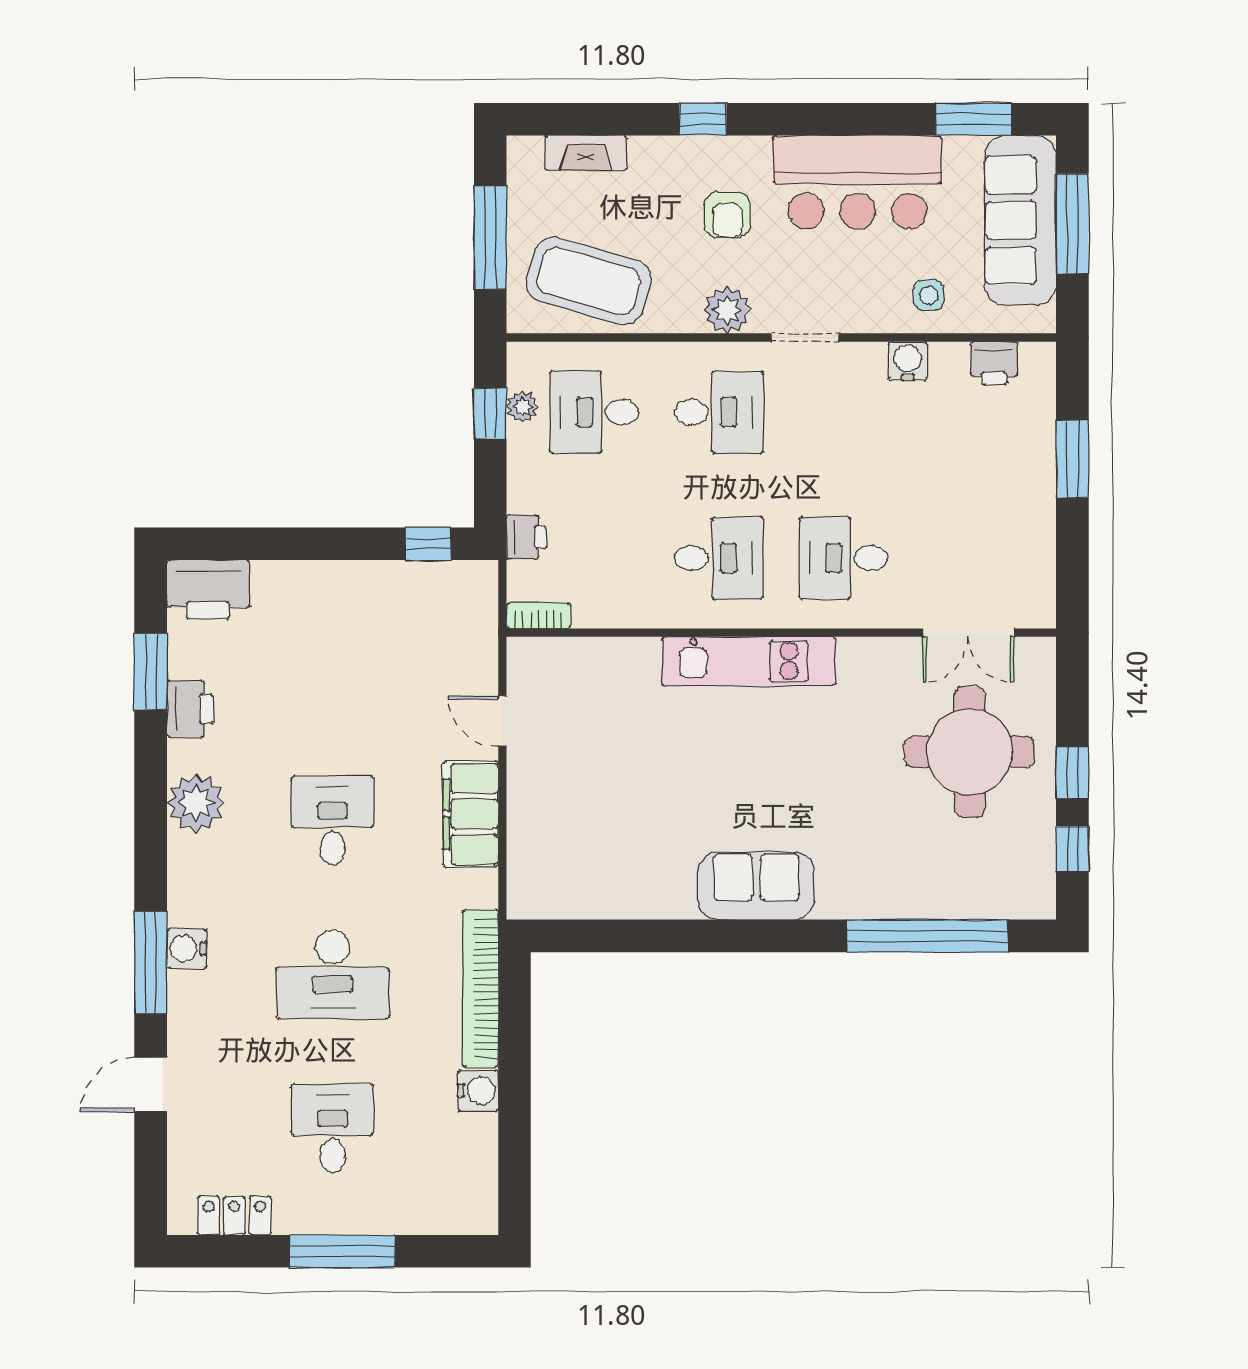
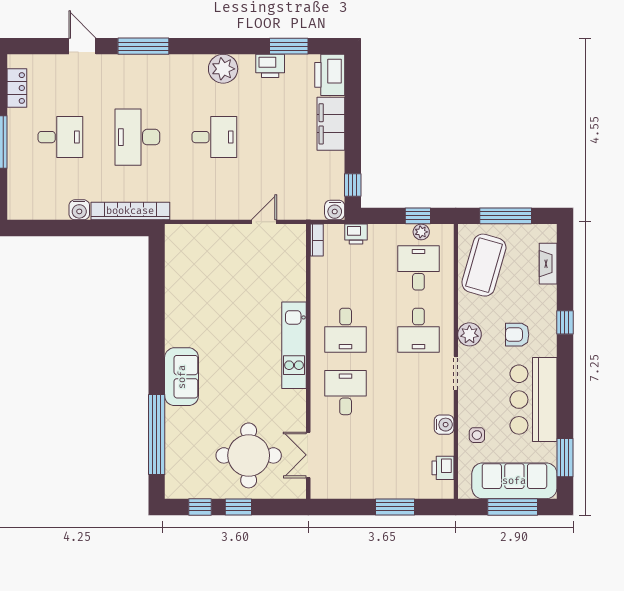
filing cabinet: (471, 814) -> (331, 124), moved, turned -90
sofa: (756, 886) -> (182, 377), moved
water cooler: (187, 949) -> (335, 210), moved, turned 180

